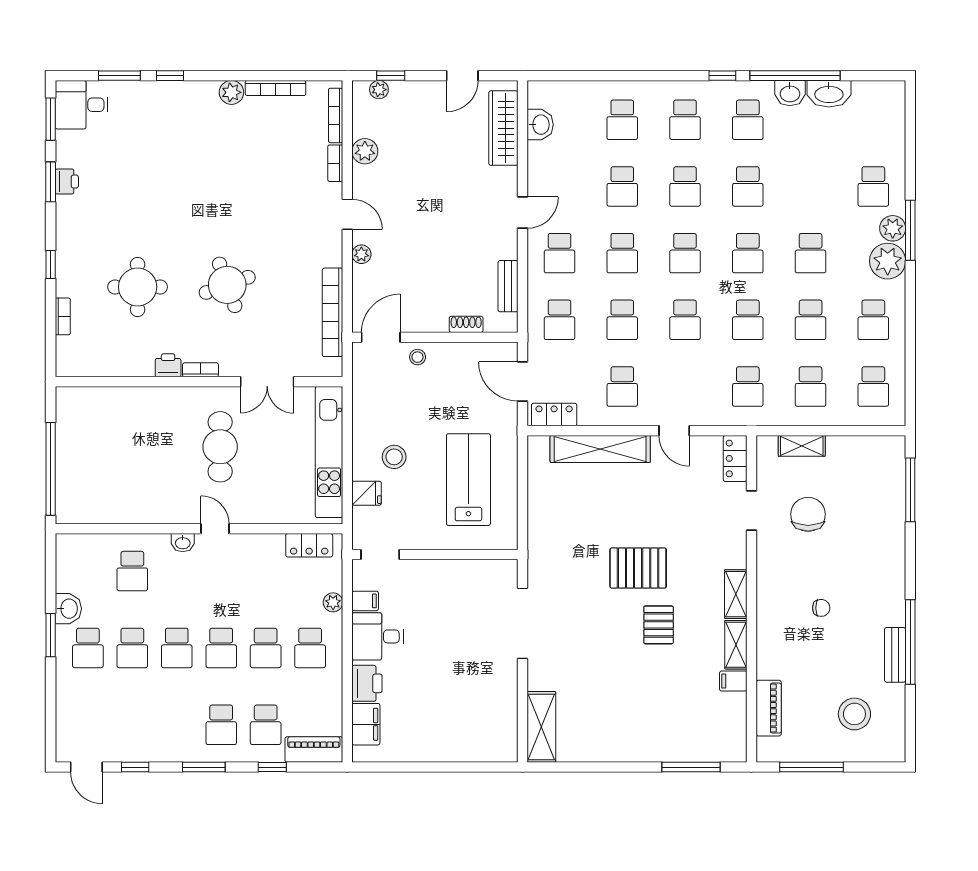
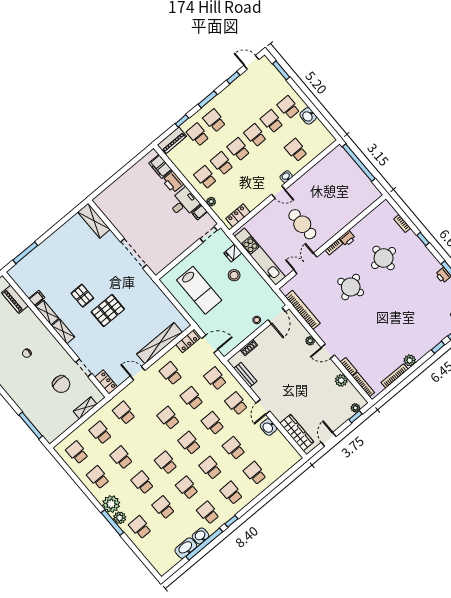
washbasin: (540, 125) -> (268, 427), moved
school desk: (748, 320) -> (163, 508), moved
window: (51, 635) -> (281, 70), moved

